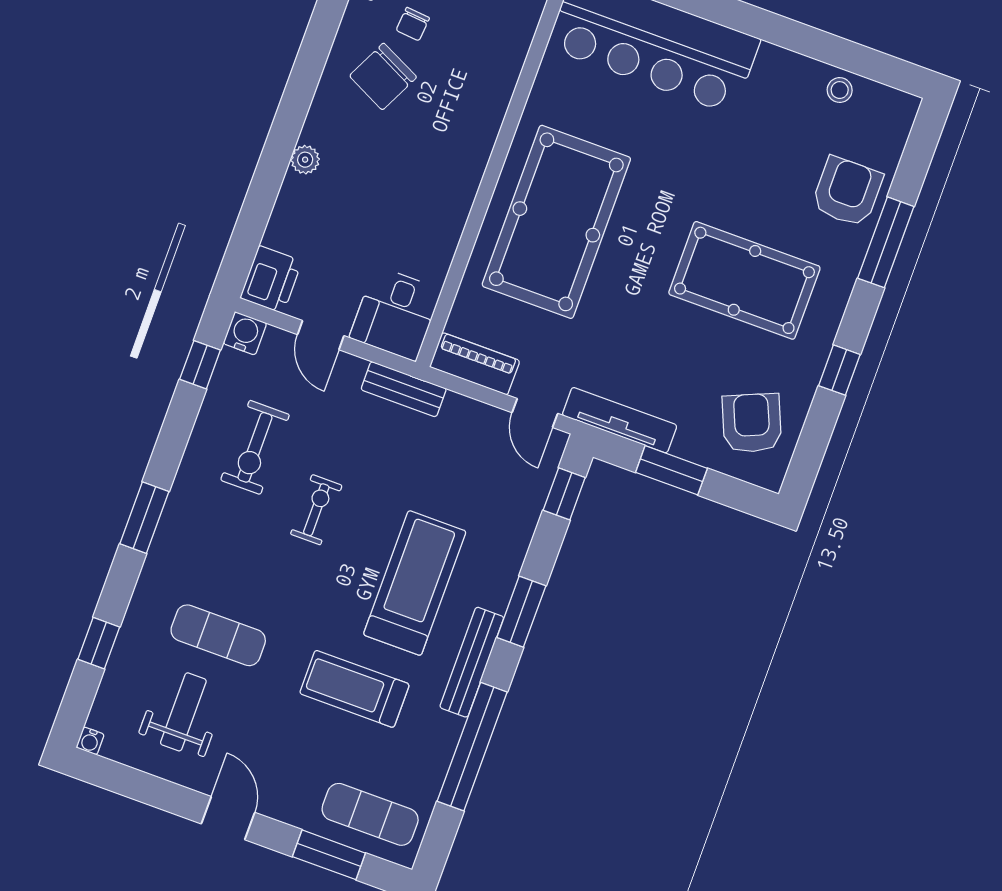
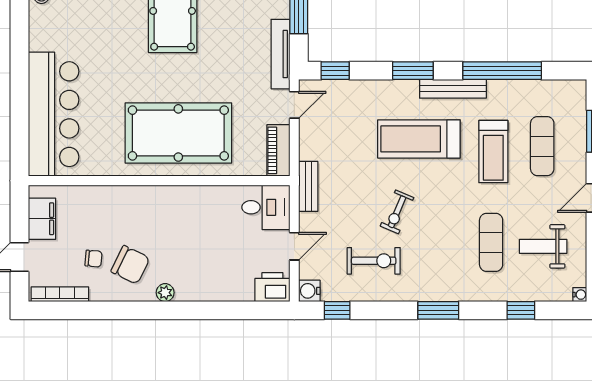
plant: (305, 160) -> (165, 293), moved
exercise bike: (316, 510) -> (397, 212), turned -67
exercise mat: (370, 814) -> (542, 146), moved

